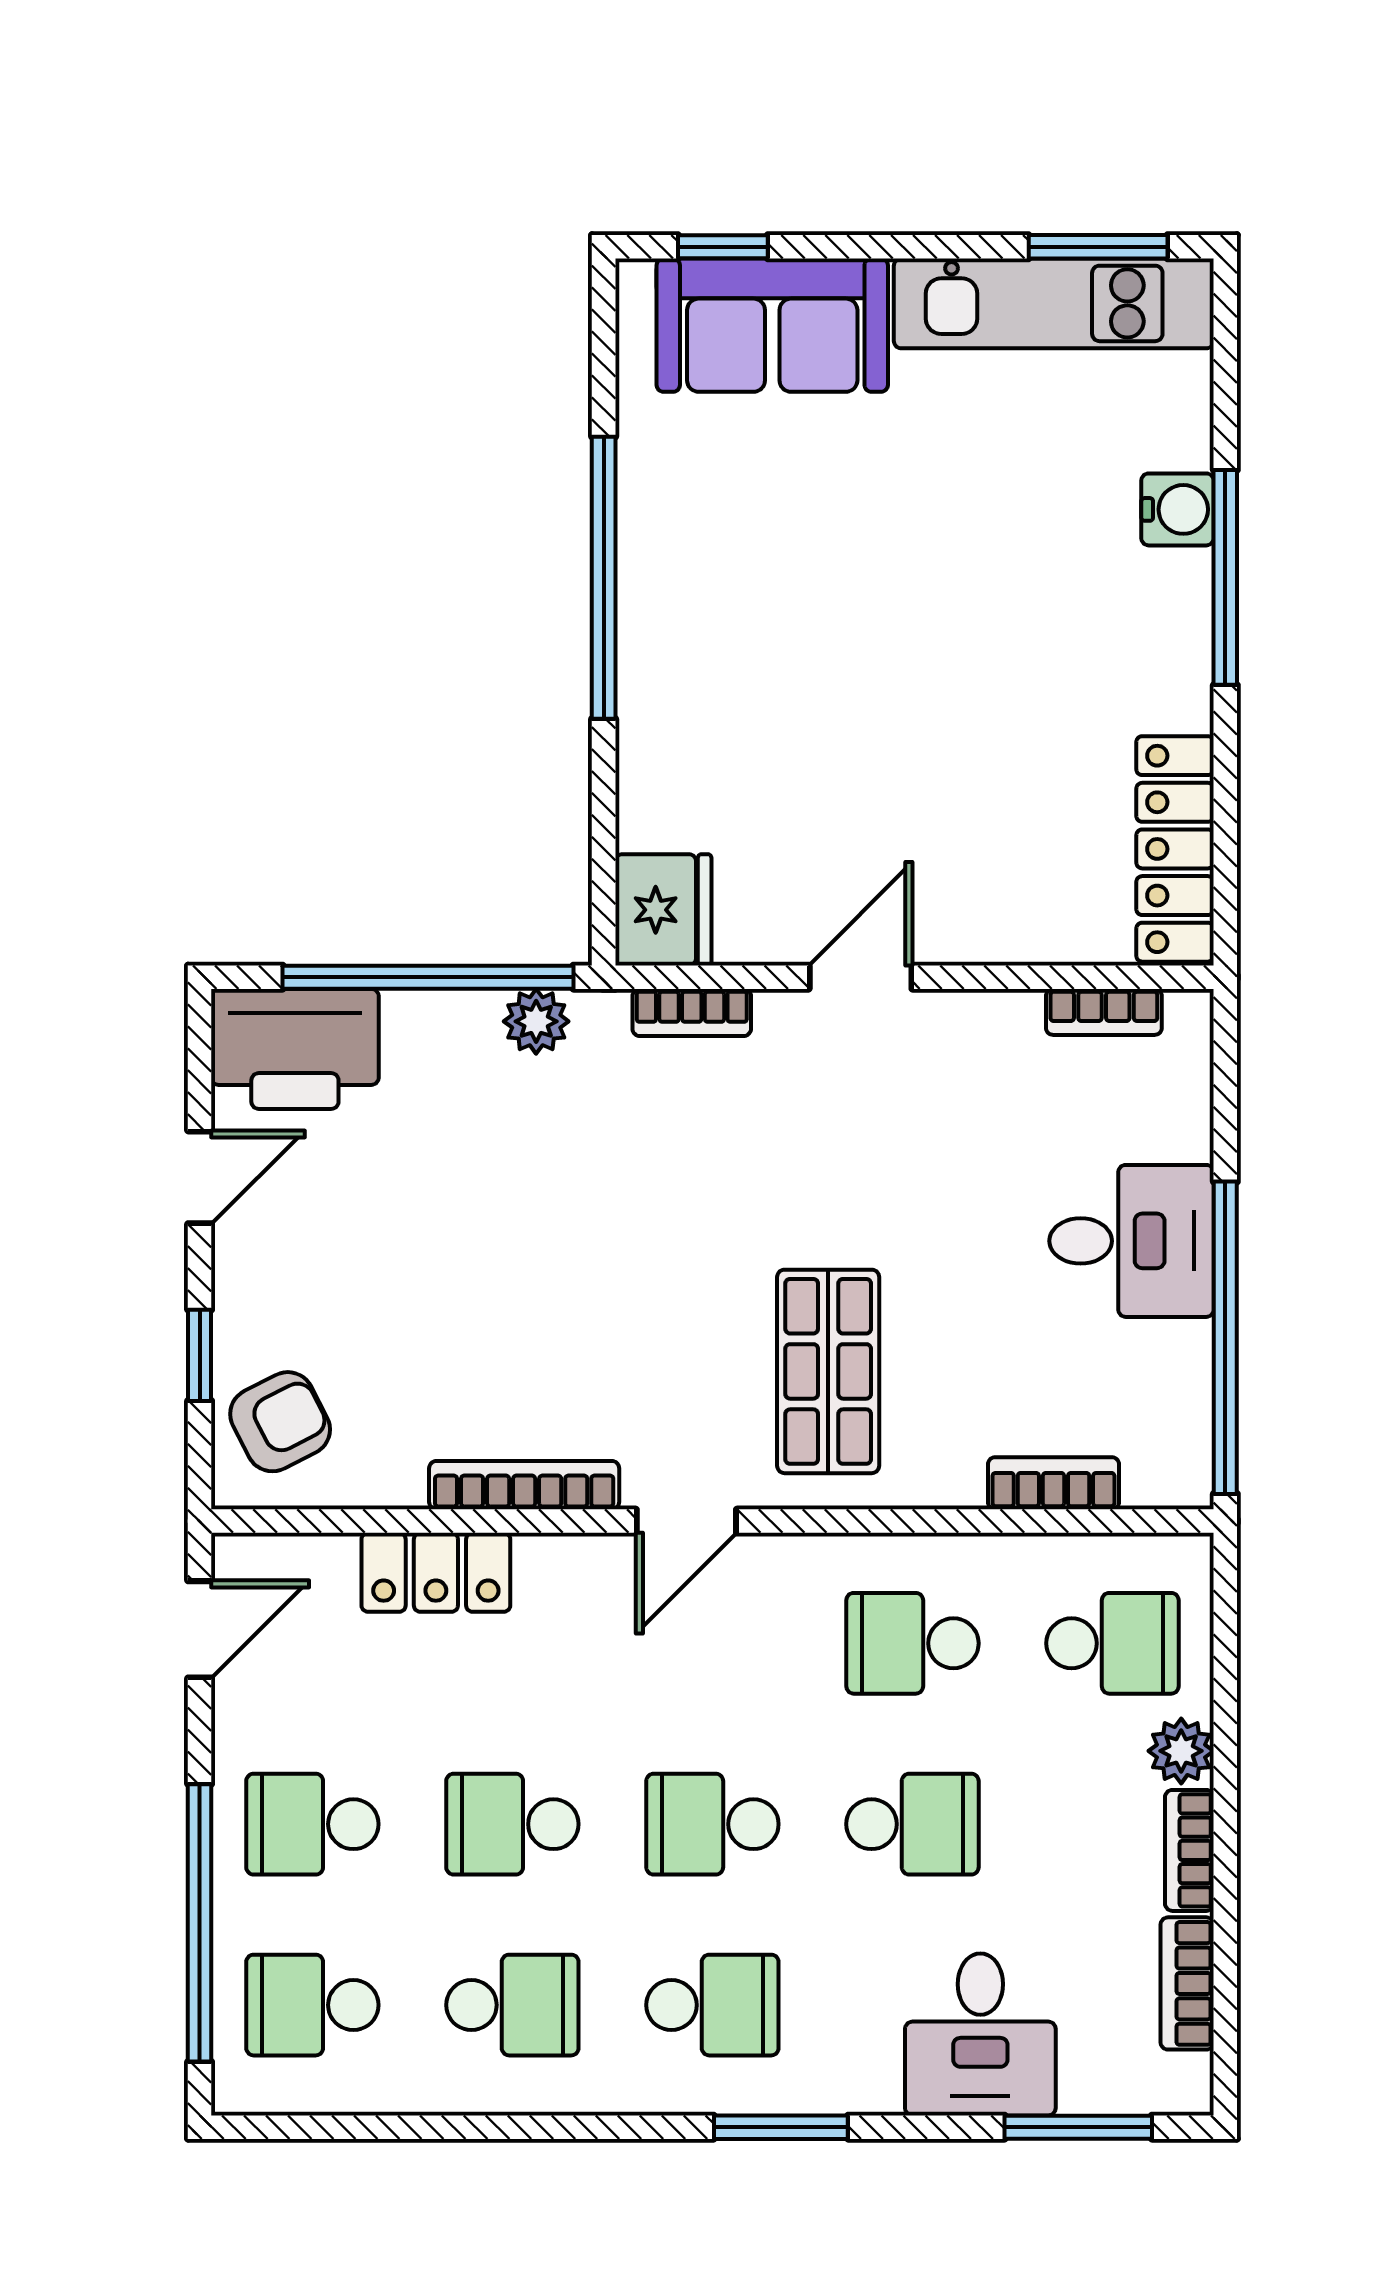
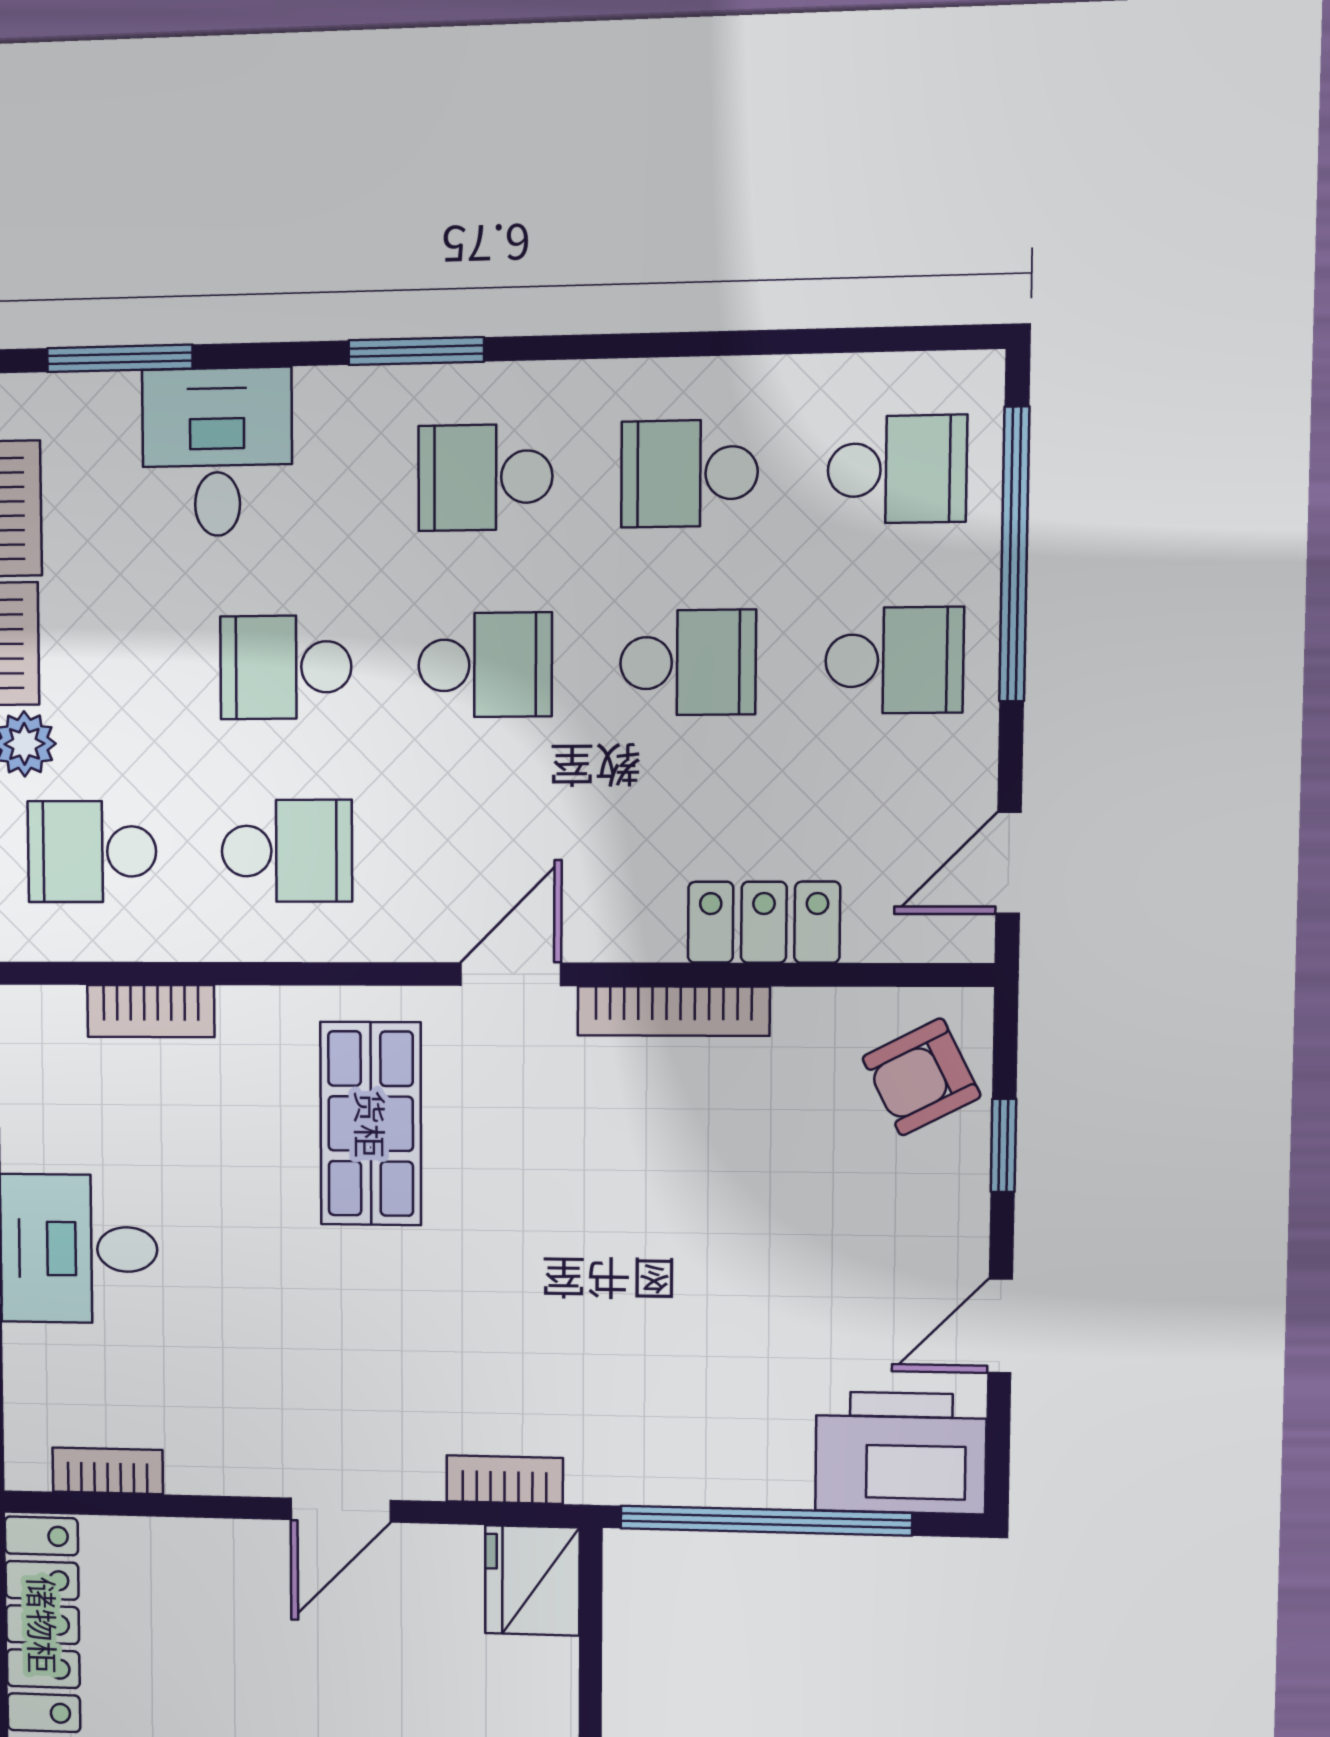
plant: (536, 1021) -> (658, 1475), removed

